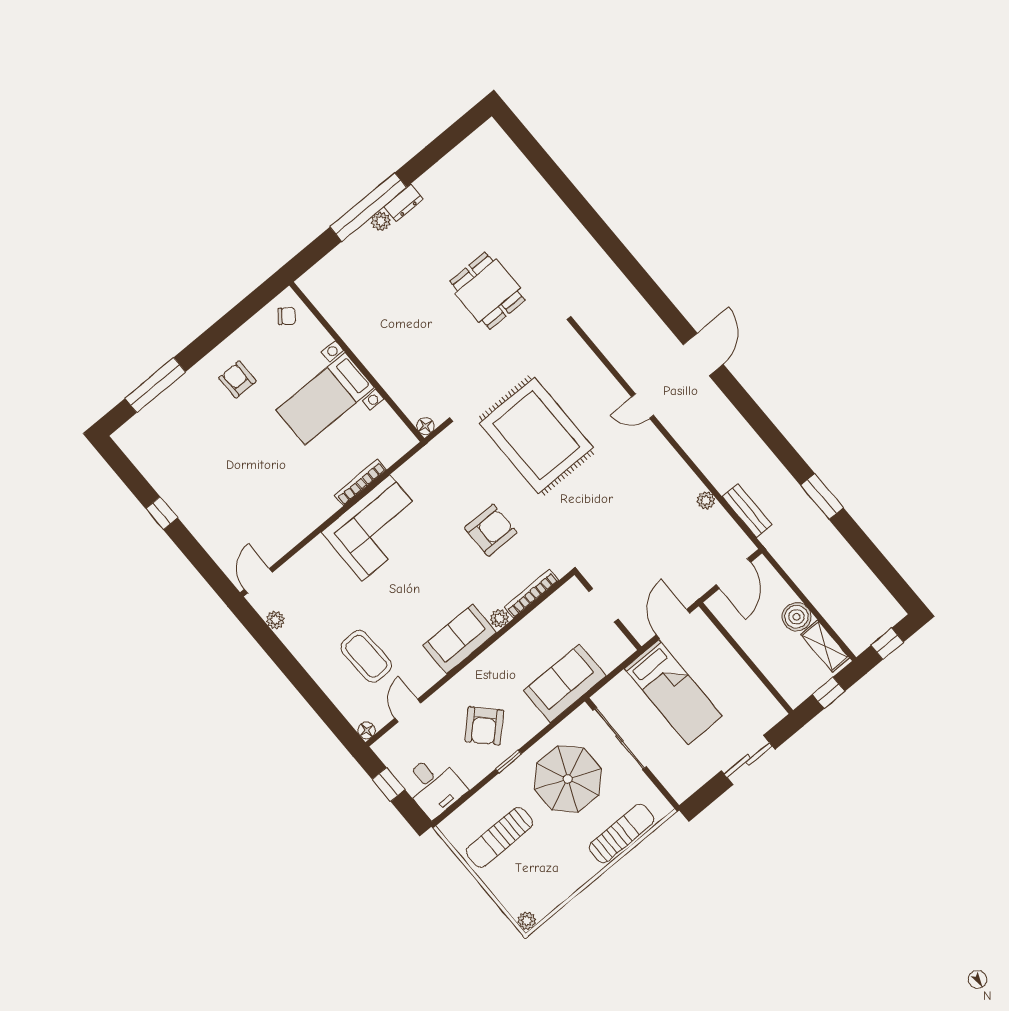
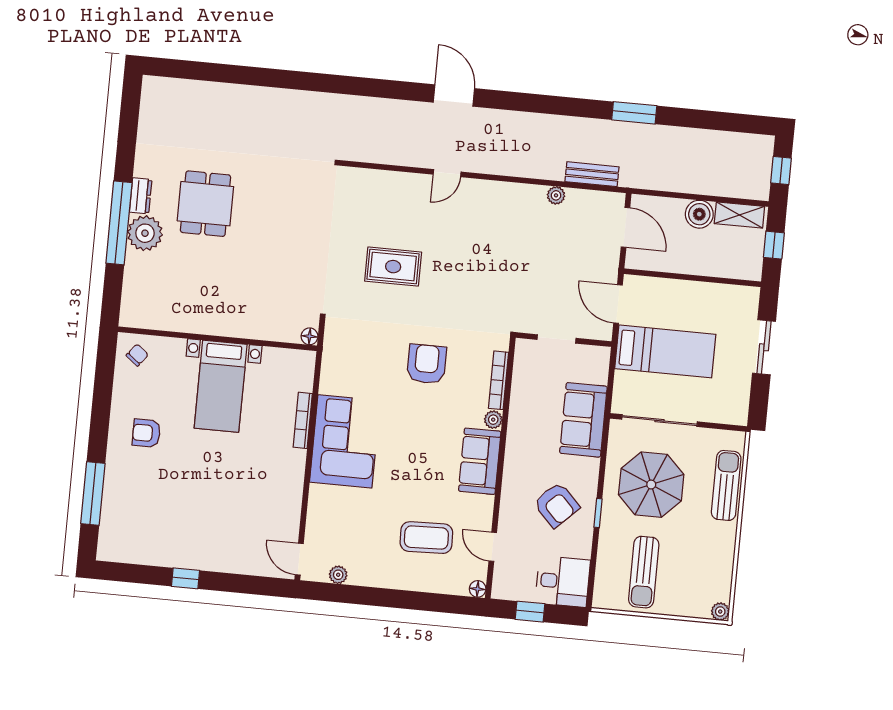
plant: (381, 221) -> (145, 233), width x1.88, depth x1.88
dining table: (487, 291) -> (205, 204), moved, turned 90
rug: (536, 435) -> (393, 267), width x0.54, depth x0.49

